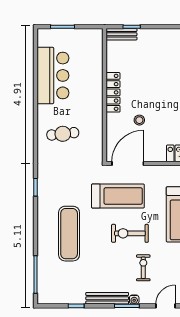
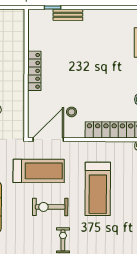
bench: (122, 34) -> (68, 15), moved
stool: (139, 120) -> (72, 112), moved

